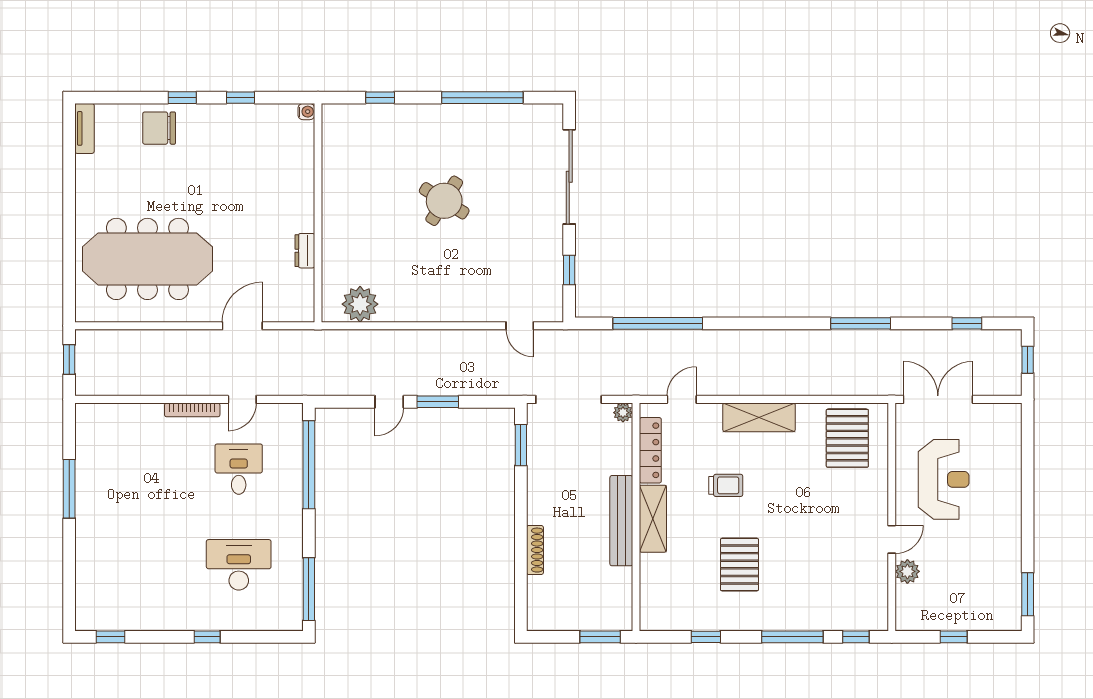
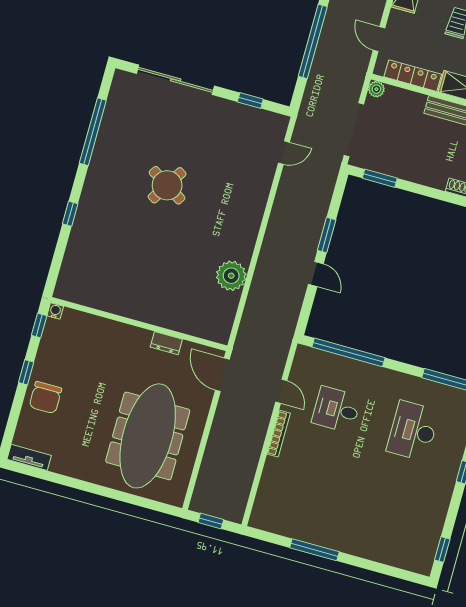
water cooler: (306, 112) -> (55, 311), moved
wall: (318, 213) -> (139, 324), moved
dresser: (305, 251) -> (166, 343), moved

